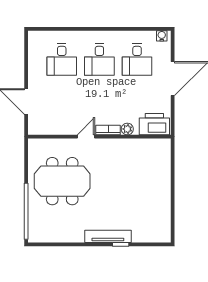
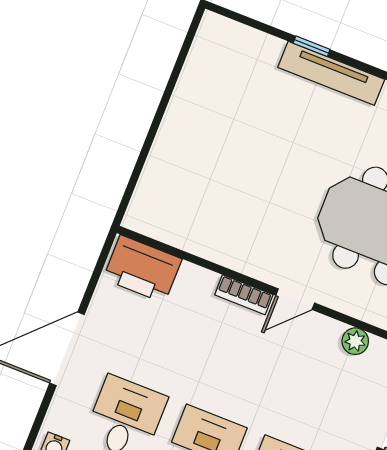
plant: (127, 129) -> (355, 341), moved

